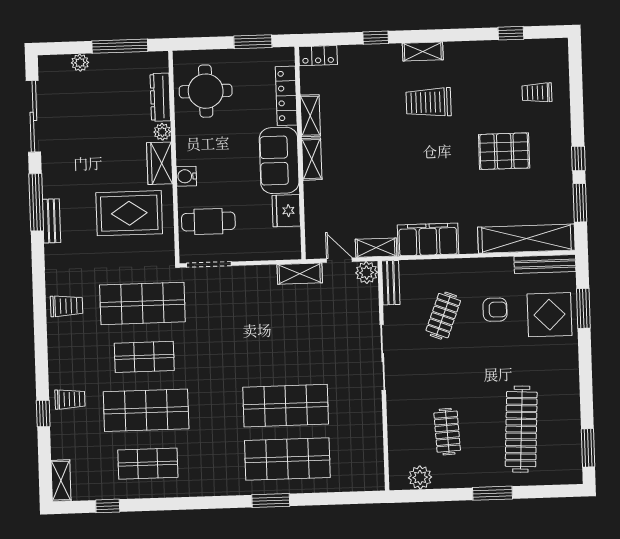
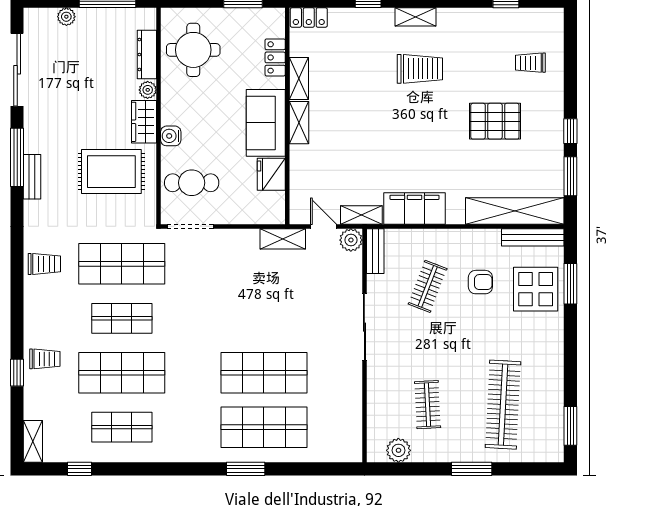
locker: (286, 96) -> (275, 57), width x0.66
trolley: (429, 102) -> (420, 69), turned 180

